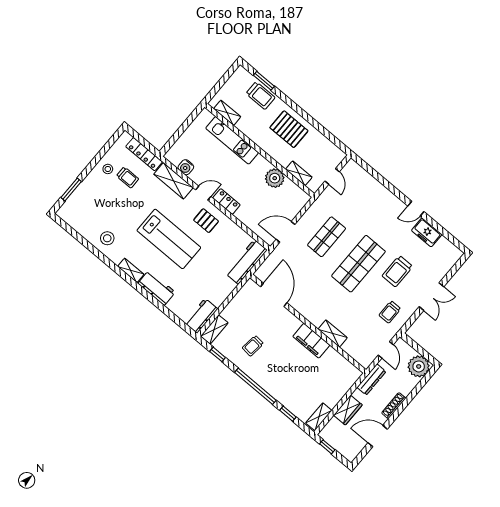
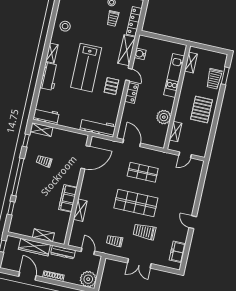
freezer: (427, 232) -> (178, 252), moved
door: (386, 350) -> (88, 251), swing flipped
wardrobe: (348, 410) -> (34, 247), width x1.50
shelving: (319, 417) -> (43, 235), moved

